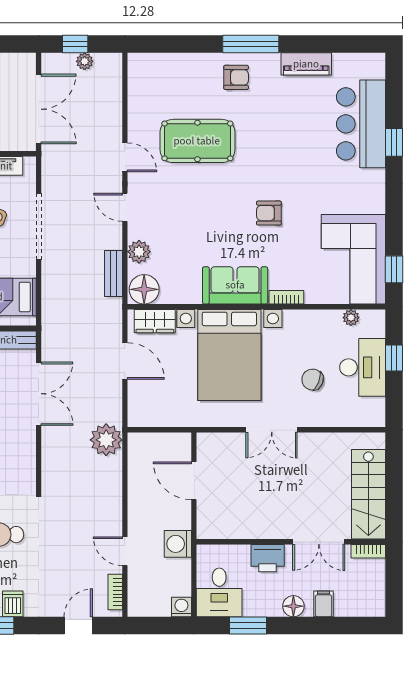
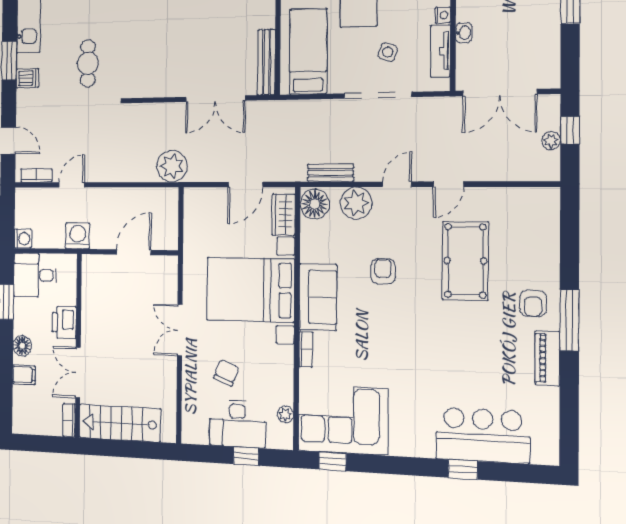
piano: (306, 64) -> (547, 358), moved
armchair: (269, 213) -> (383, 271), moved
plant: (139, 252) -> (356, 203), width x1.36, depth x1.36

